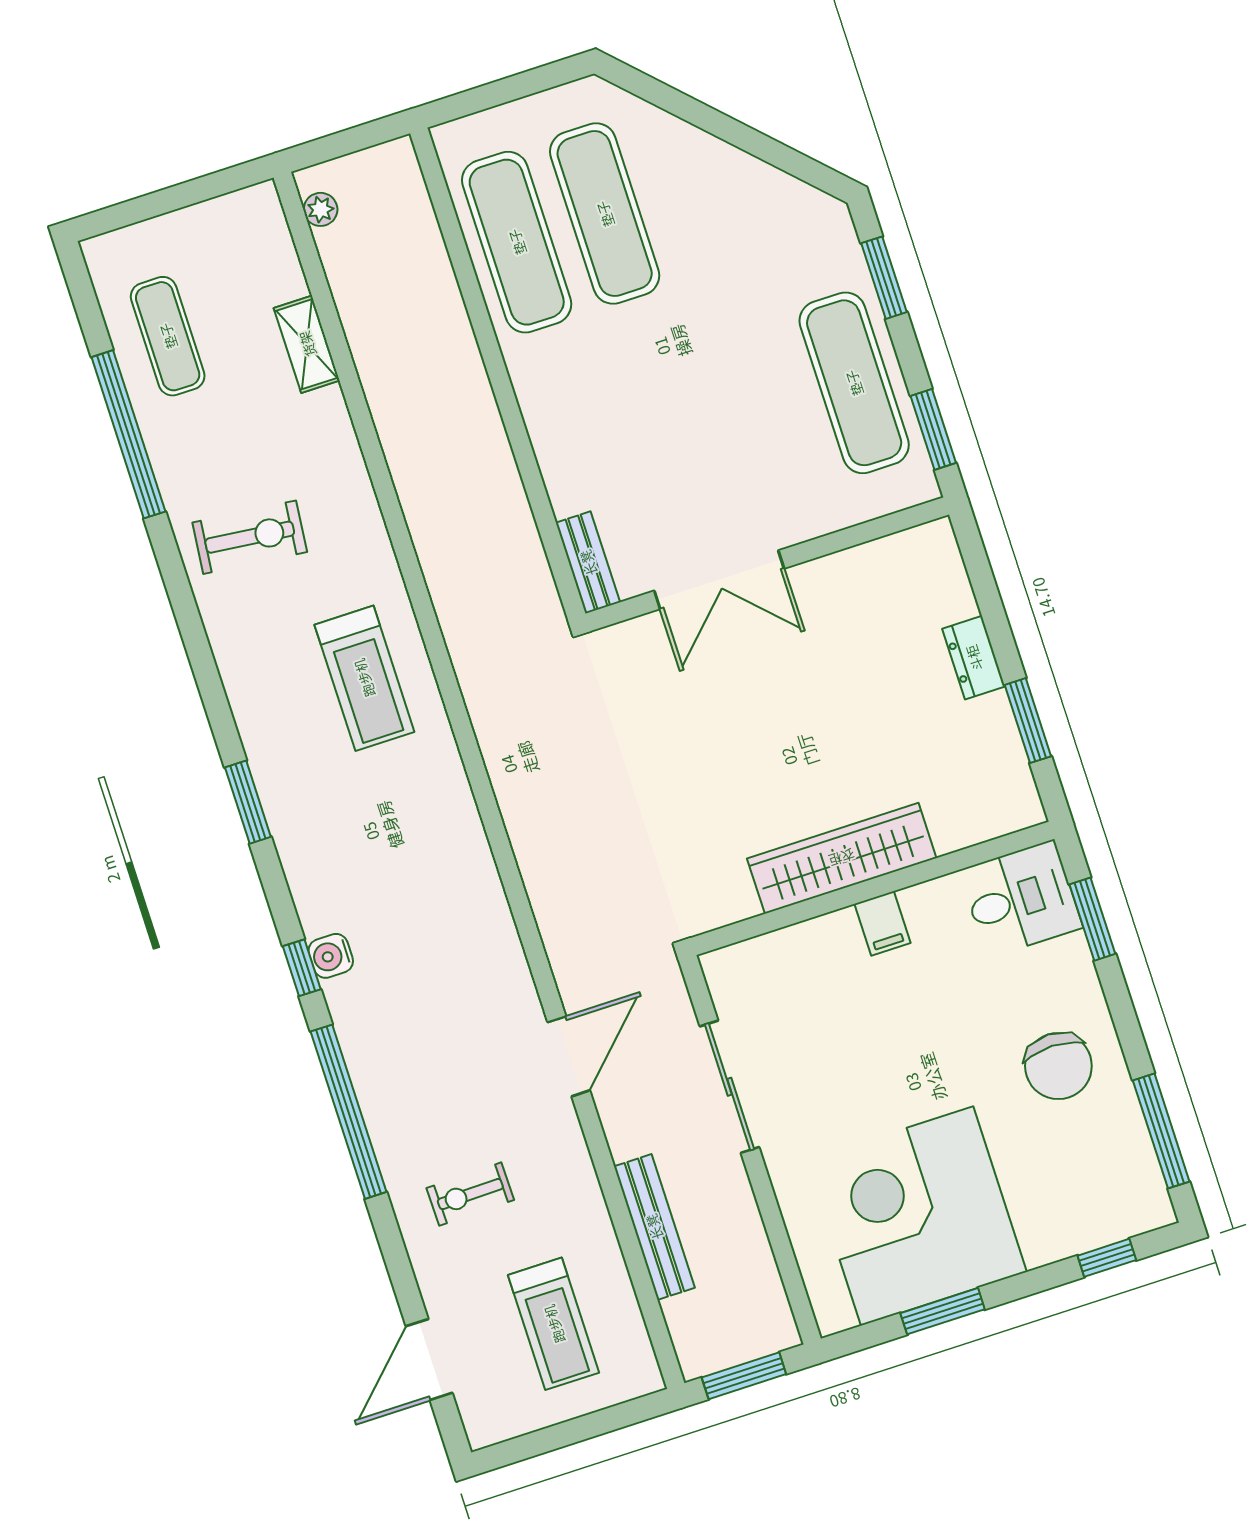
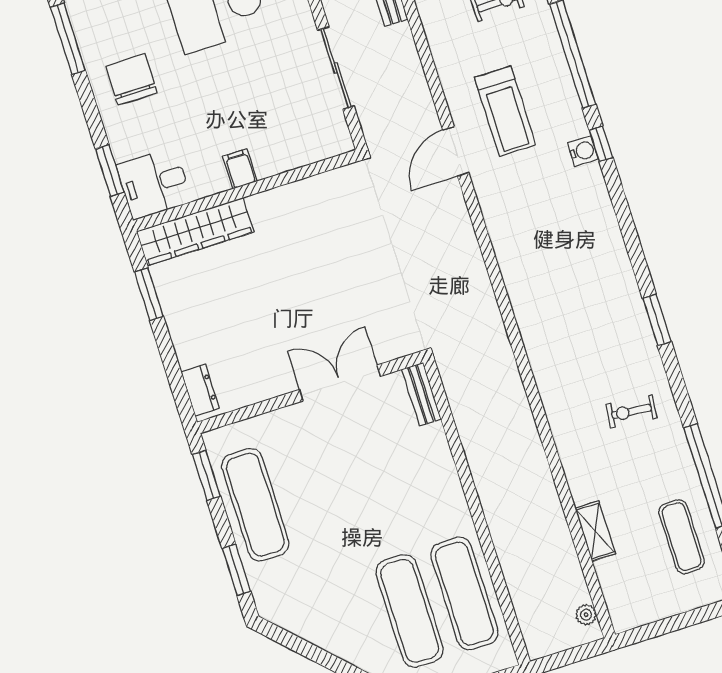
exercise bike: (250, 537) -> (631, 411), width x0.73, depth x0.72
dresser: (974, 658) -> (200, 390), moved
treadmill: (364, 678) -> (505, 111), moved, turned 180
window: (248, 802) -> (657, 320), moved
wardrobe: (842, 858) -> (195, 232), moved
door: (569, 1056) -> (456, 151), moved

